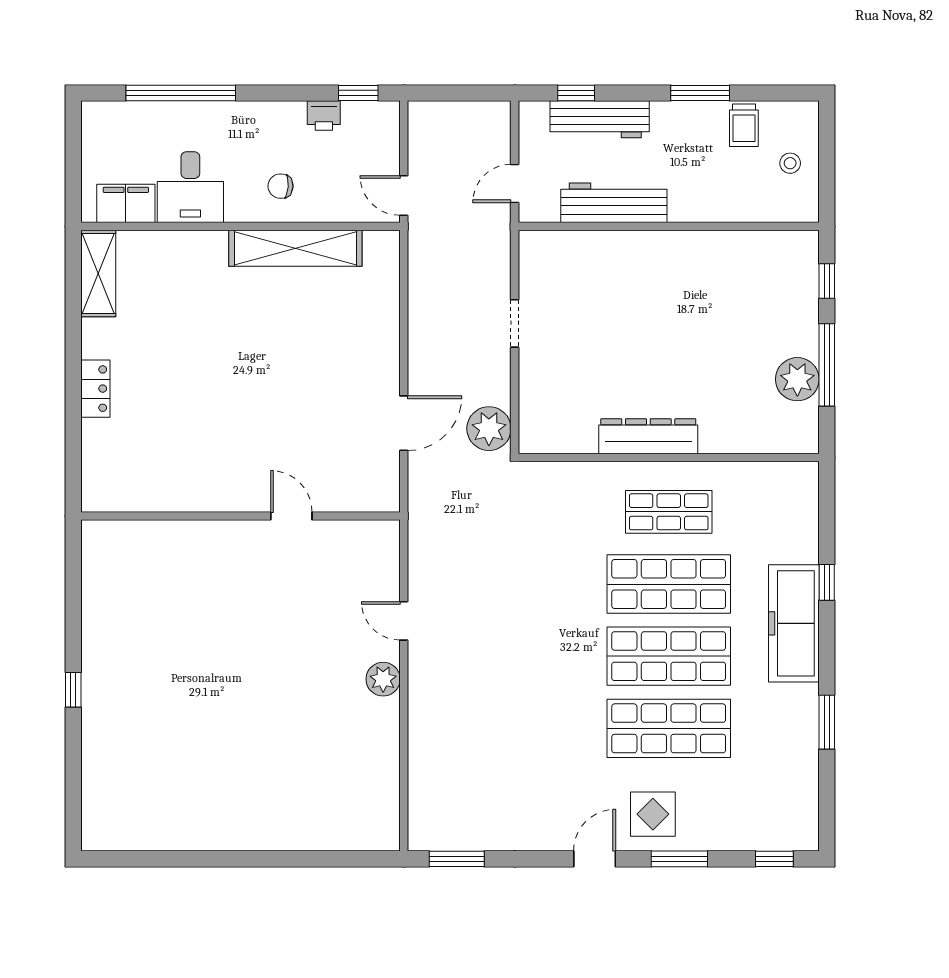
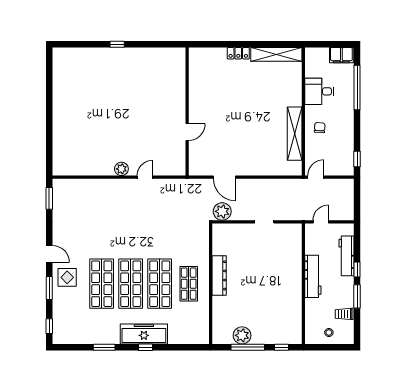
window: (576, 93) -> (357, 270), moved
printer: (324, 116) -> (348, 145), removed
door: (515, 184) -> (321, 222), hinge flipped
filing cabinet: (126, 203) -> (341, 55), moved, turned 90
workbench: (614, 203) -> (313, 276), moved
shelving: (98, 274) -> (276, 54), width x1.47
window: (827, 582) -> (145, 347), moved

